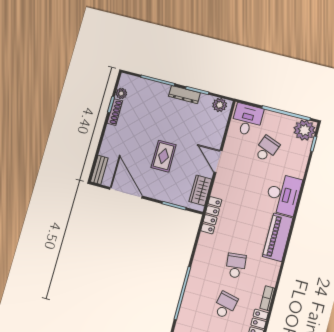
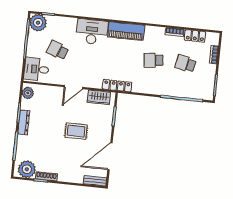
plant: (121, 94) -> (27, 169), width x1.88, depth x1.88

